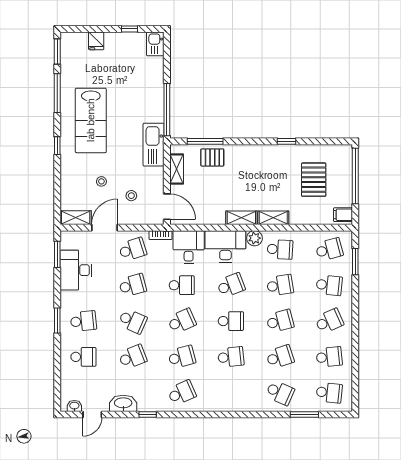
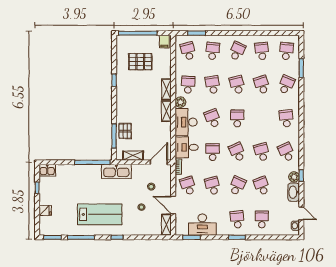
school desk: (329, 321) -> (237, 51), turned 48
school desk: (231, 357) -> (286, 118), moved
plant: (145, 404) -> (294, 177), added

